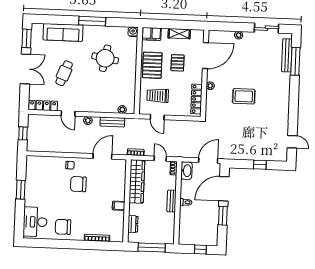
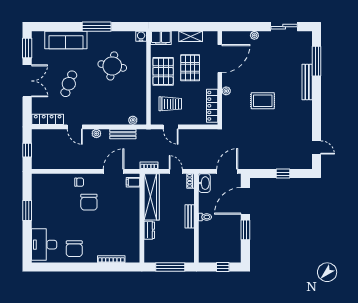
bench: (287, 55) -> (307, 82), moved
pallet: (178, 63) -> (190, 68), width x1.50, depth x1.42
trolley: (158, 96) -> (170, 104), turned 180
chair: (78, 184) -> (89, 202), turned -90
filing cabinet: (119, 206) -> (133, 182), moved
dresser: (133, 224) -> (149, 230), moved
chair: (63, 227) -> (74, 249), turned -90

